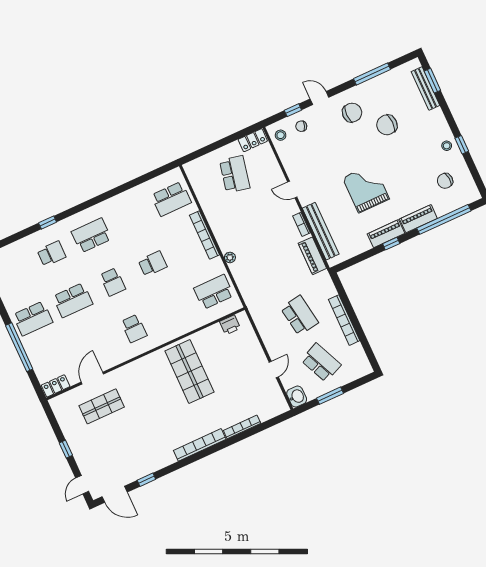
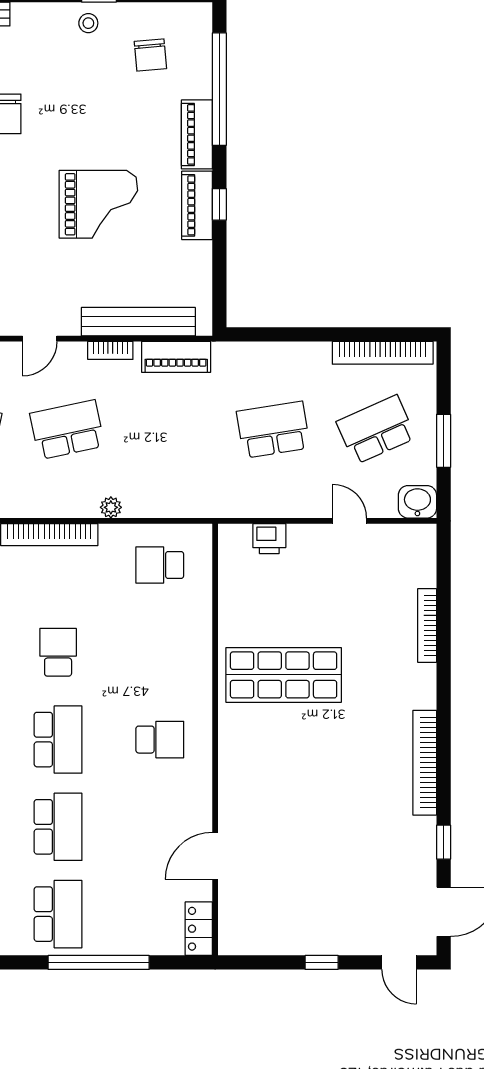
grand piano: (366, 188) -> (98, 204), turned 180
school desk: (256, 221) -> (67, 430), added
school desk: (113, 282) -> (58, 740), width x1.85
school desk: (214, 292) -> (160, 565), width x0.54
bookcase: (344, 320) -> (383, 353), moved
printer: (230, 325) -> (269, 539), moved, turned 90
door: (92, 378) -> (215, 856), hinge flipped
shop shelf: (102, 406) -> (274, 863), removed
bookcase: (200, 445) -> (425, 763), moved

